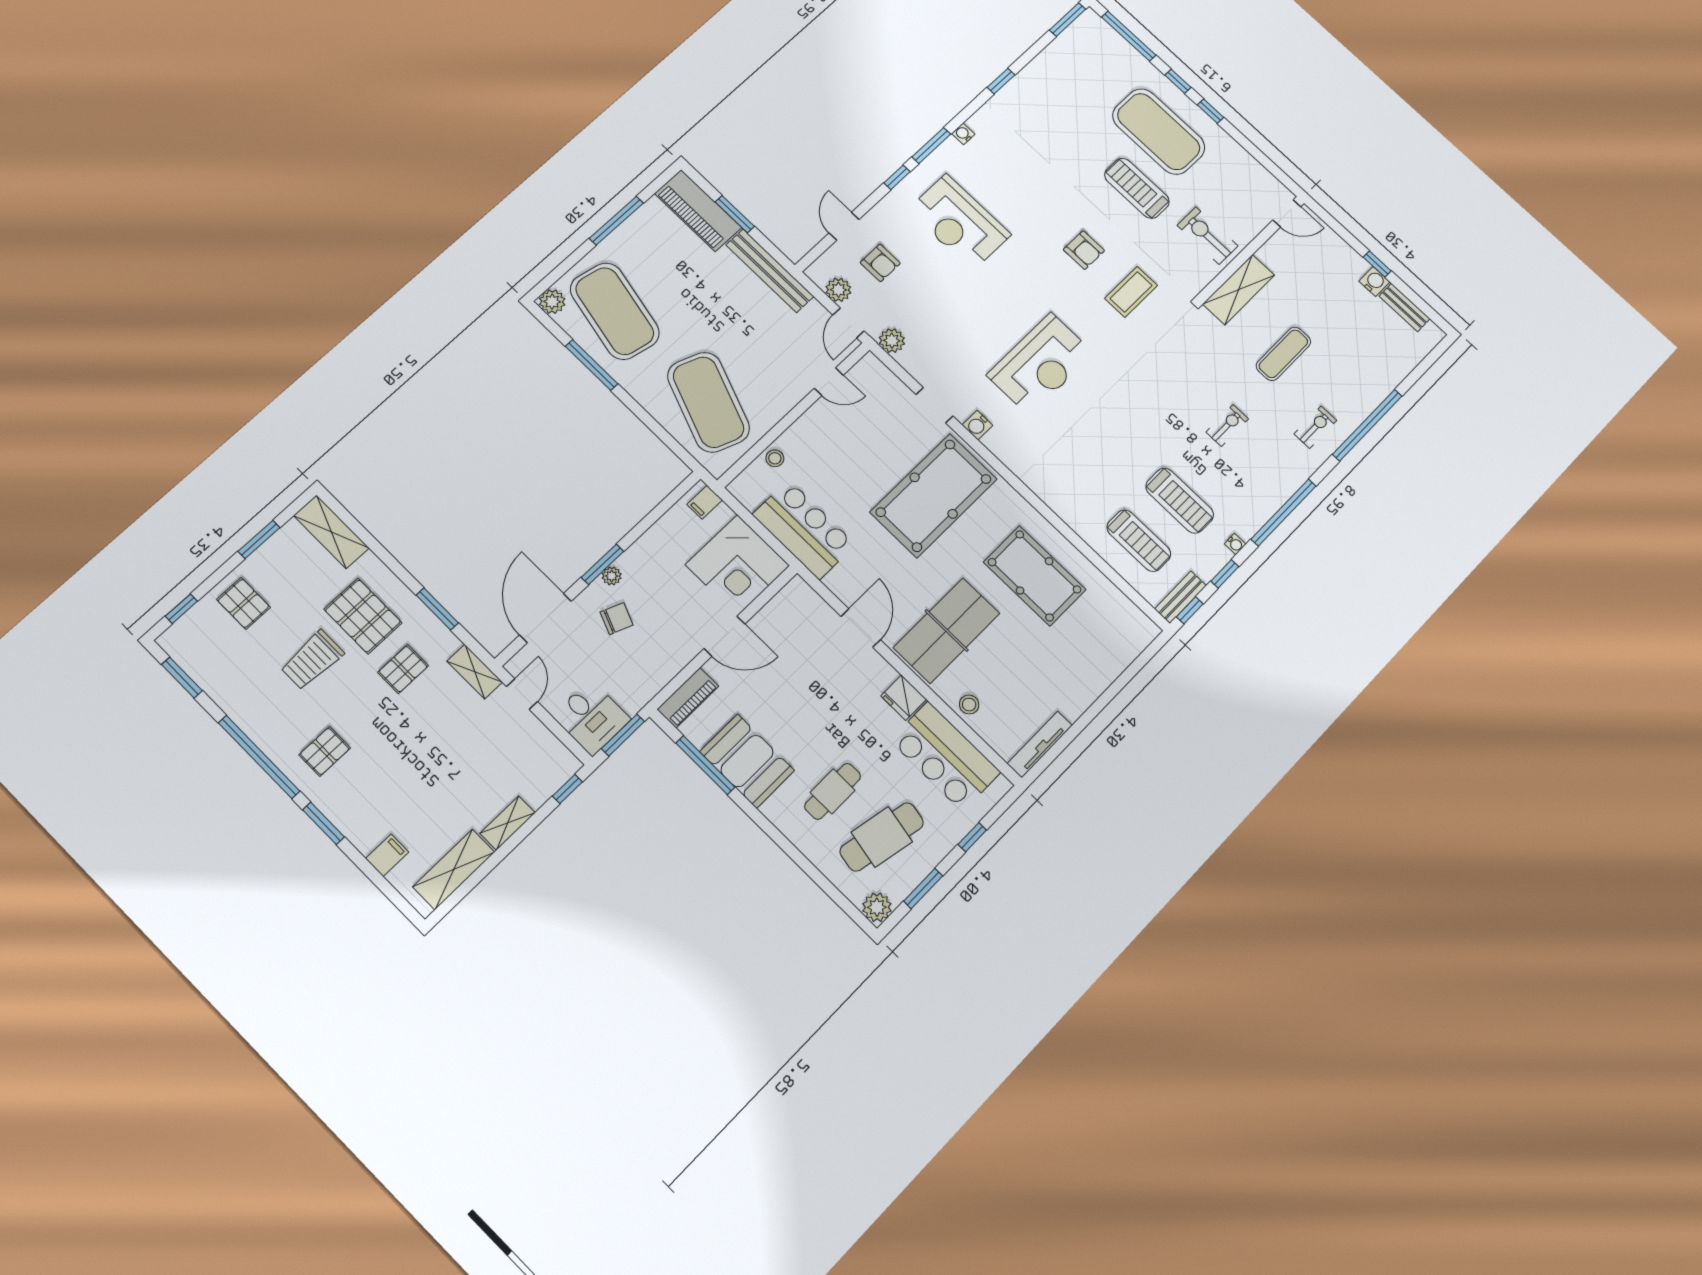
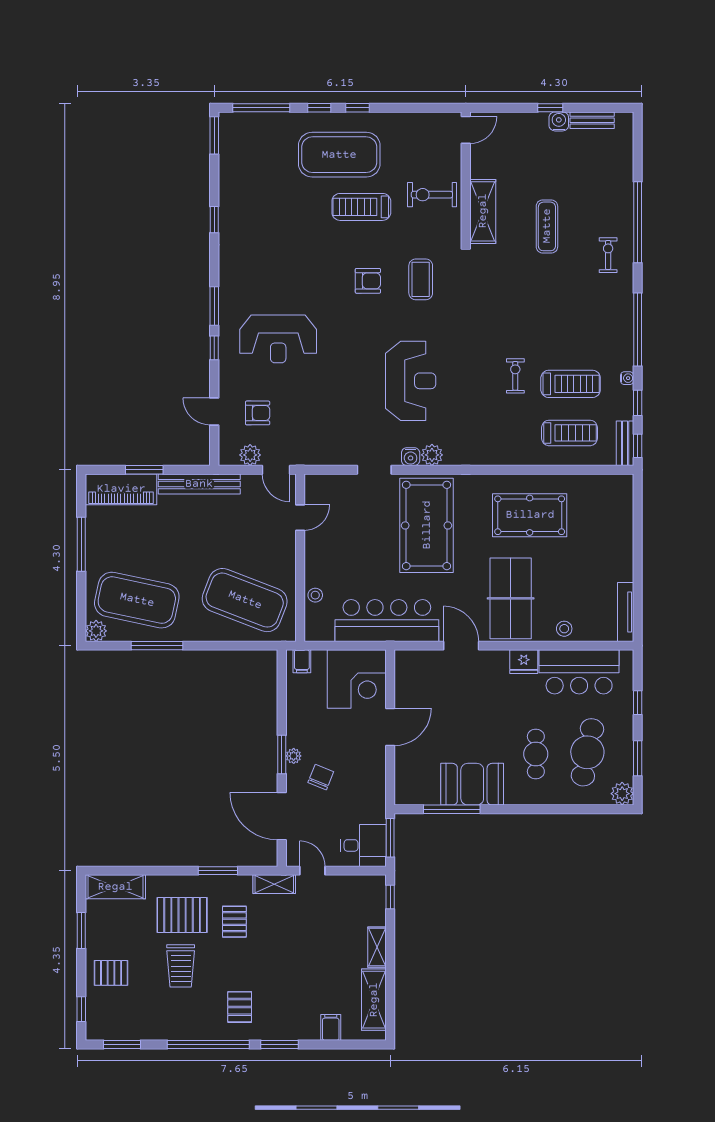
water cooler: (963, 134) -> (225, 279), removed
plant: (892, 341) -> (432, 455), moved
exercise bike: (1227, 425) -> (515, 376), moved
bar counter: (804, 529) -> (387, 620), width x1.36
piano: (688, 698) -> (405, 782), removed

